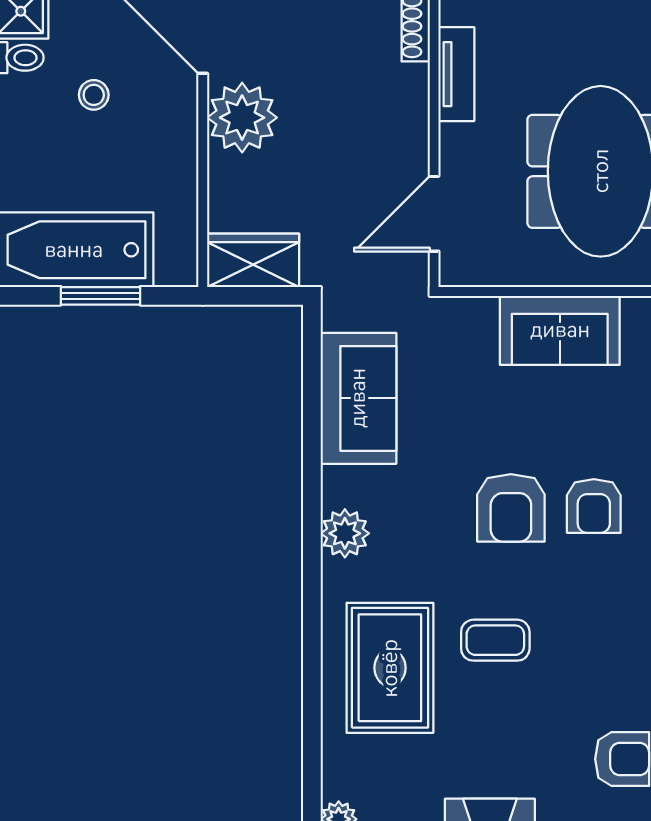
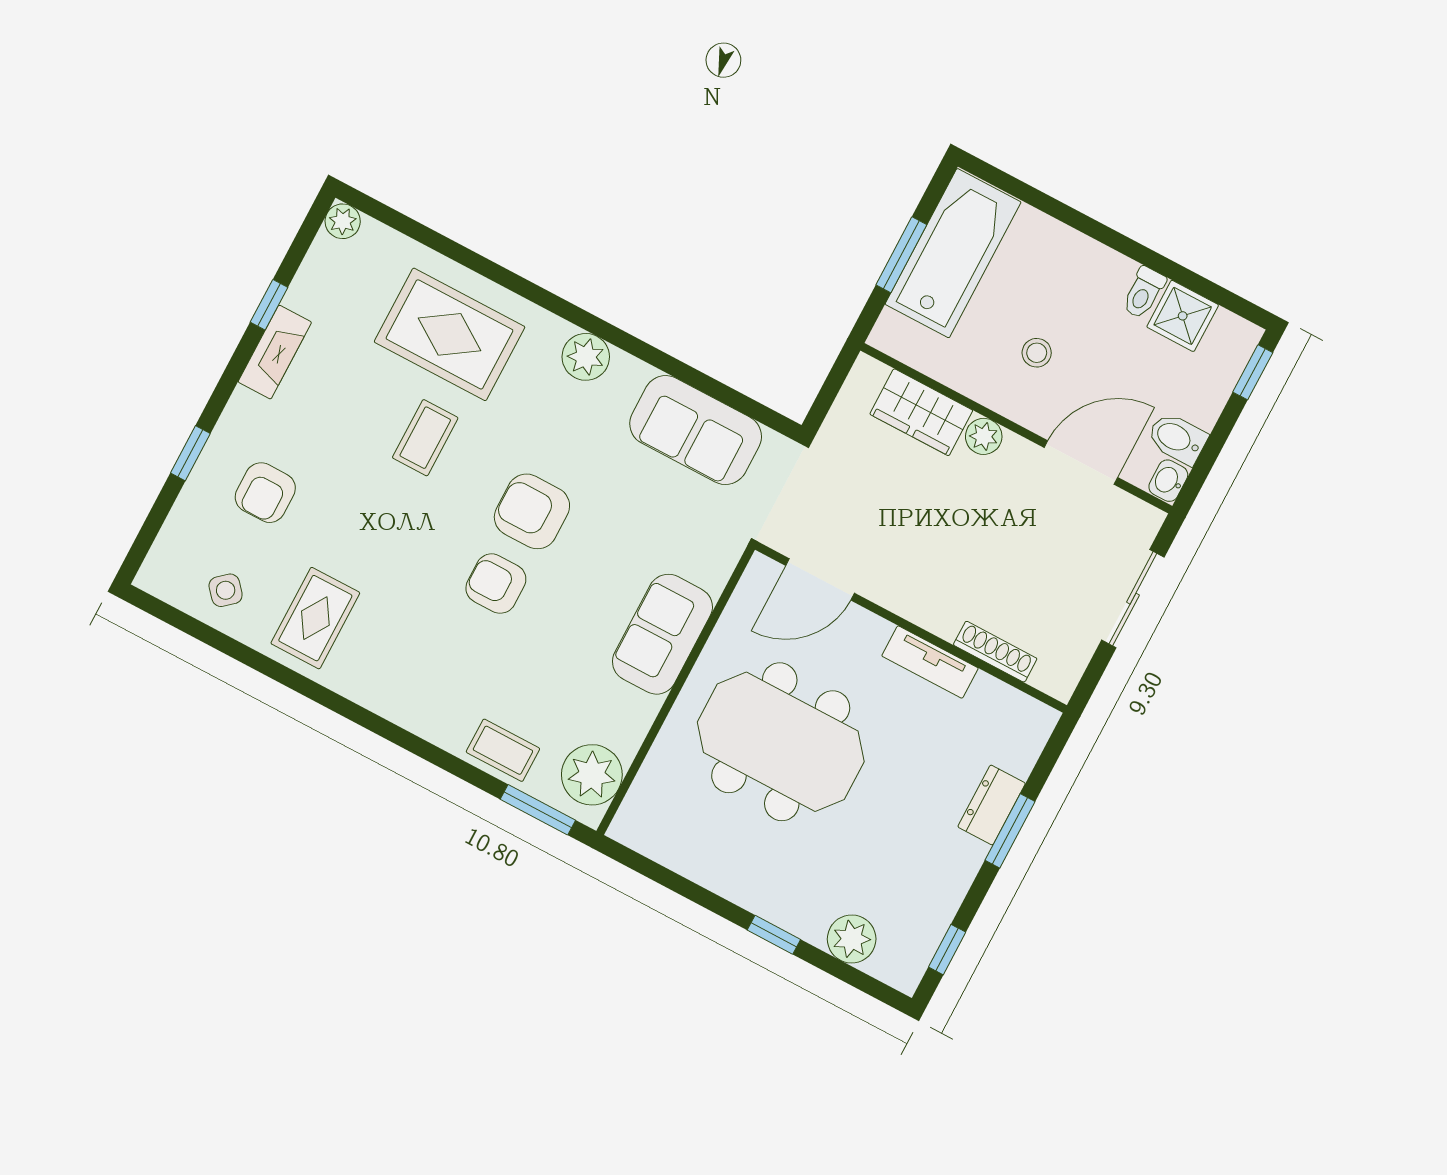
stool: (94, 95) -> (1037, 353), moved
plant: (242, 118) -> (984, 436), width x0.53, depth x0.53
door: (434, 214) -> (820, 579), swing flipped
wardrobe: (253, 260) -> (921, 412), moved, turned 90

